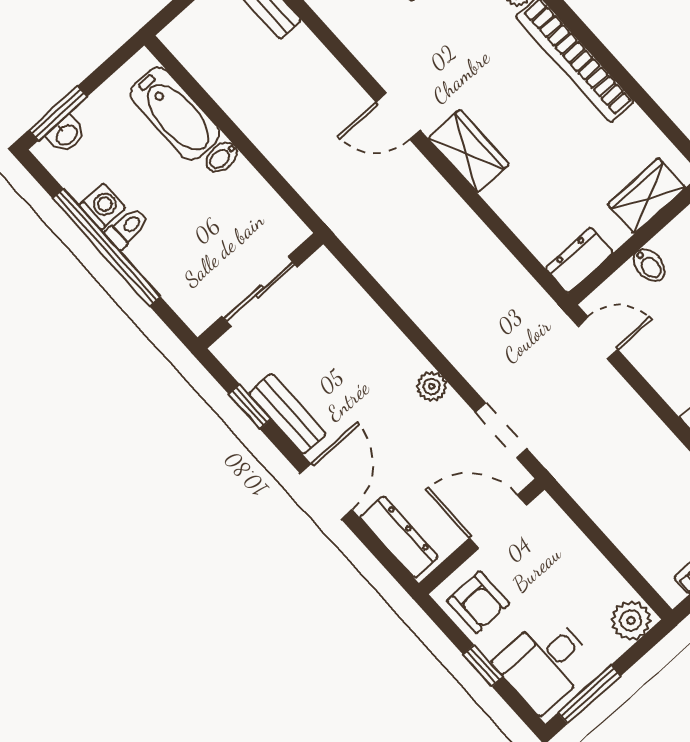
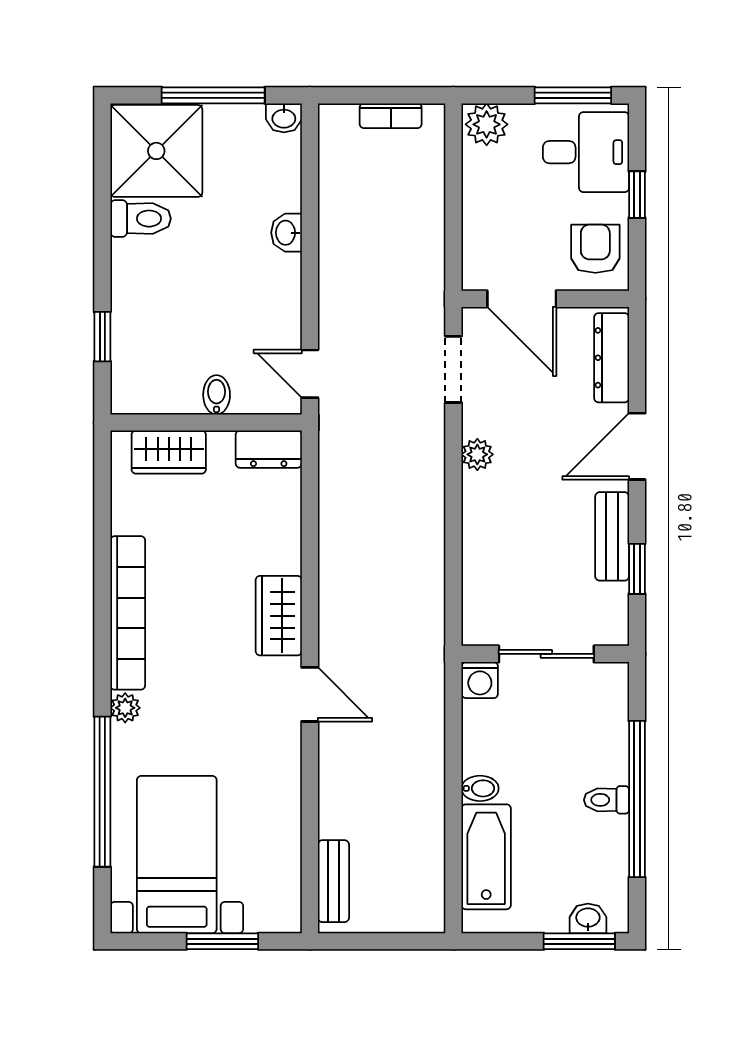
washing machine: (102, 206) -> (480, 680), moved, turned -90

